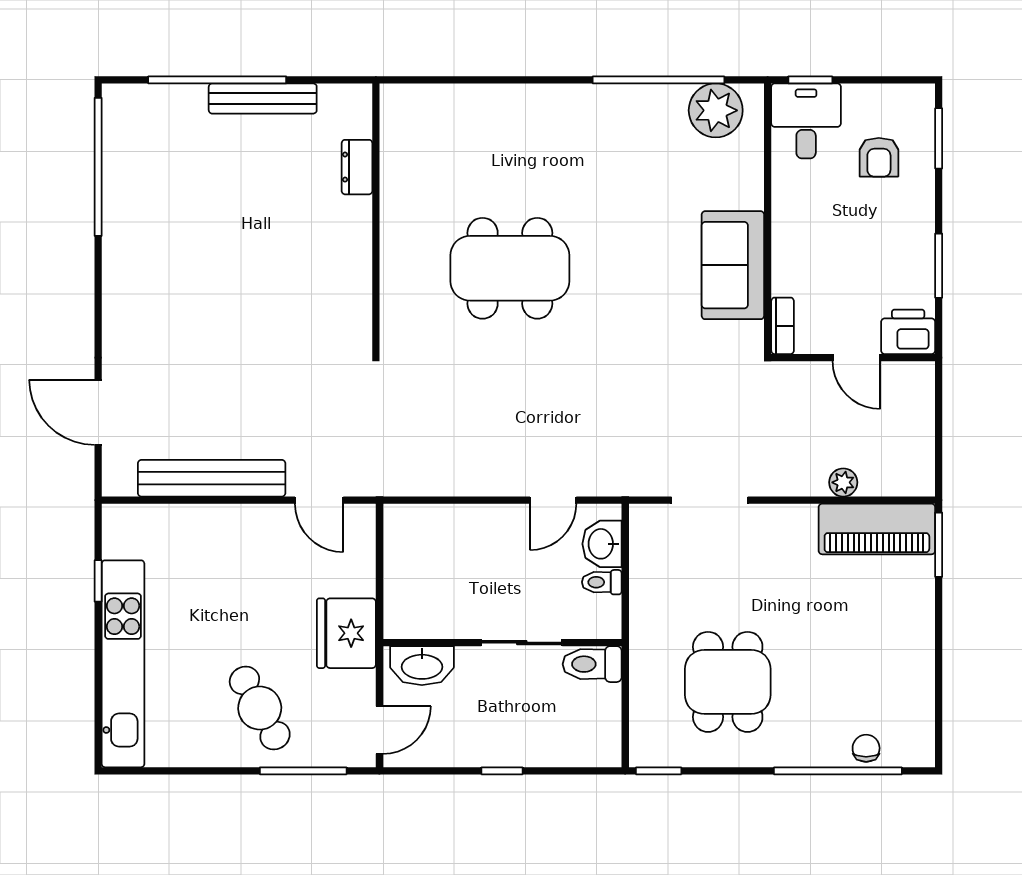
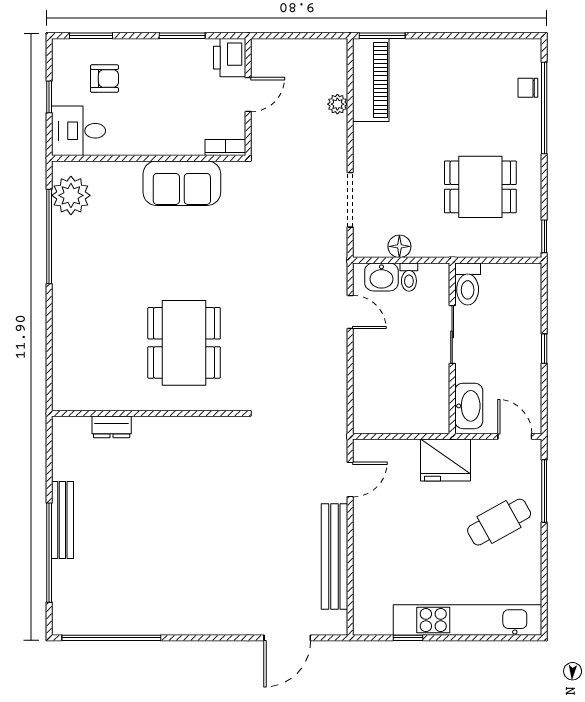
window: (810, 80) -> (49, 97), moved
dresser: (357, 167) -> (112, 427), moved
wall: (376, 219) -> (149, 413), moved
floor lamp: (645, 569) -> (399, 246), added

